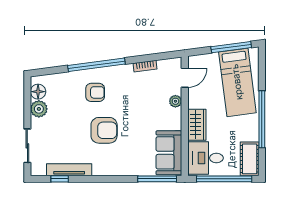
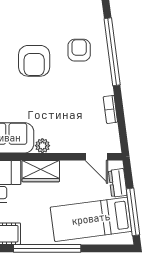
dresser: (207, 60) -> (118, 183), added
armchair: (95, 92) -> (79, 50), turned 180
plant: (175, 101) -> (42, 146), moved

